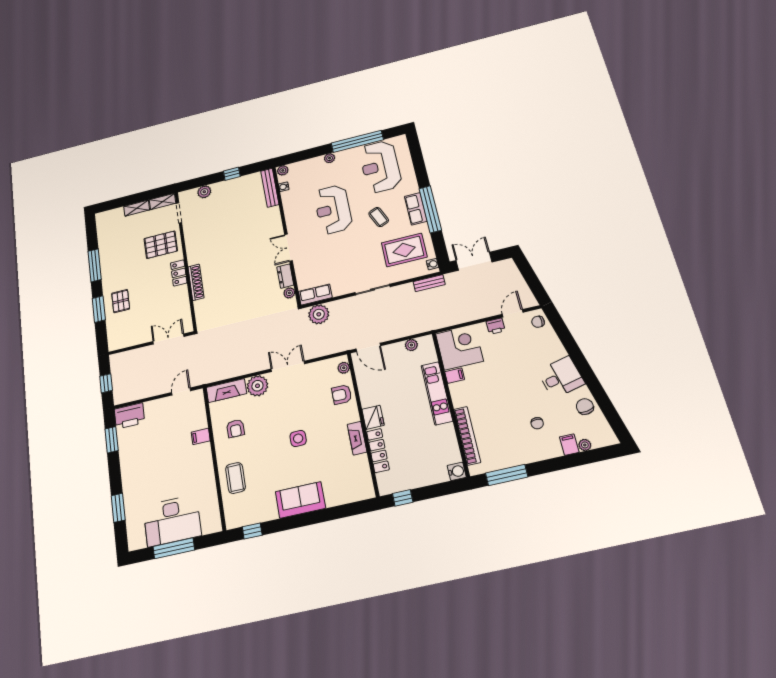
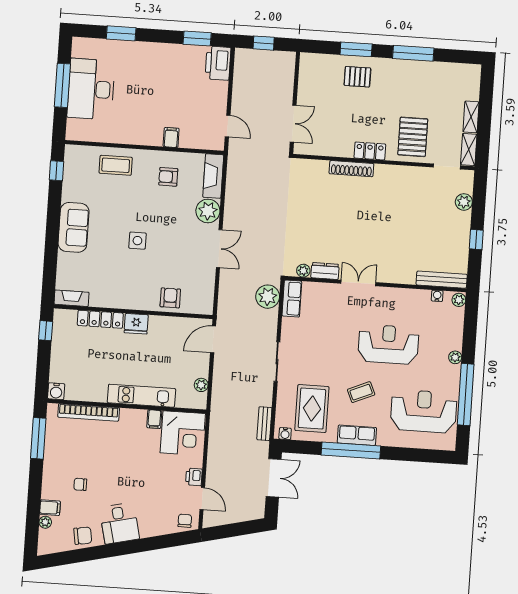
plant: (344, 368) -> (199, 308), removed
fireplace: (357, 438) -> (72, 298), moved

